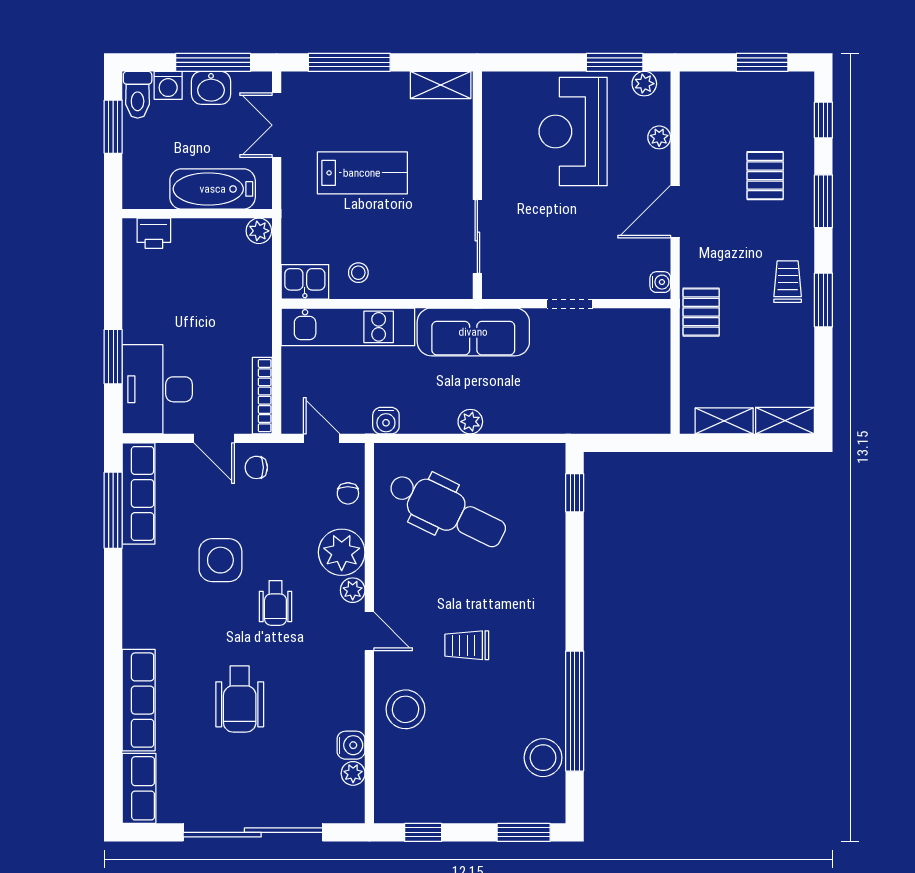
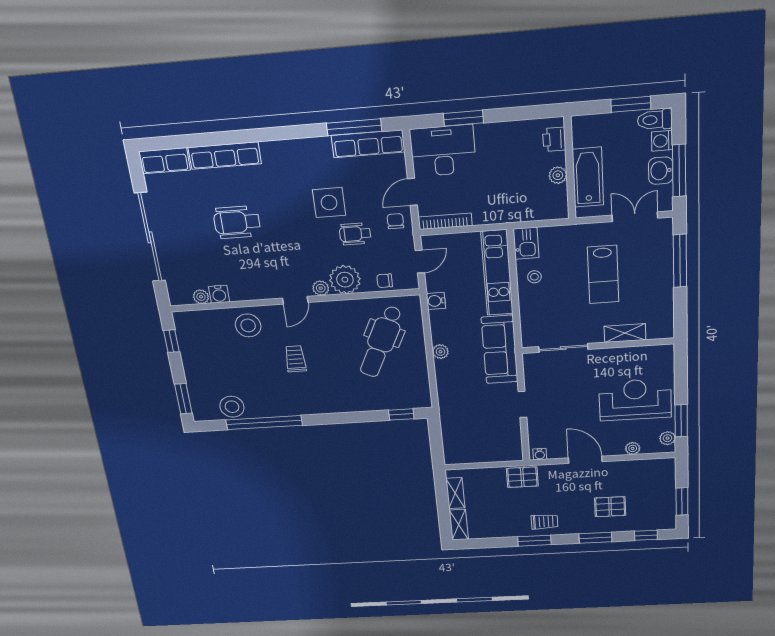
shelving: (441, 85) -> (625, 333), moved, turned 90
plant: (259, 231) -> (558, 175), moved
wheelchair: (275, 603) -> (355, 234), moved

